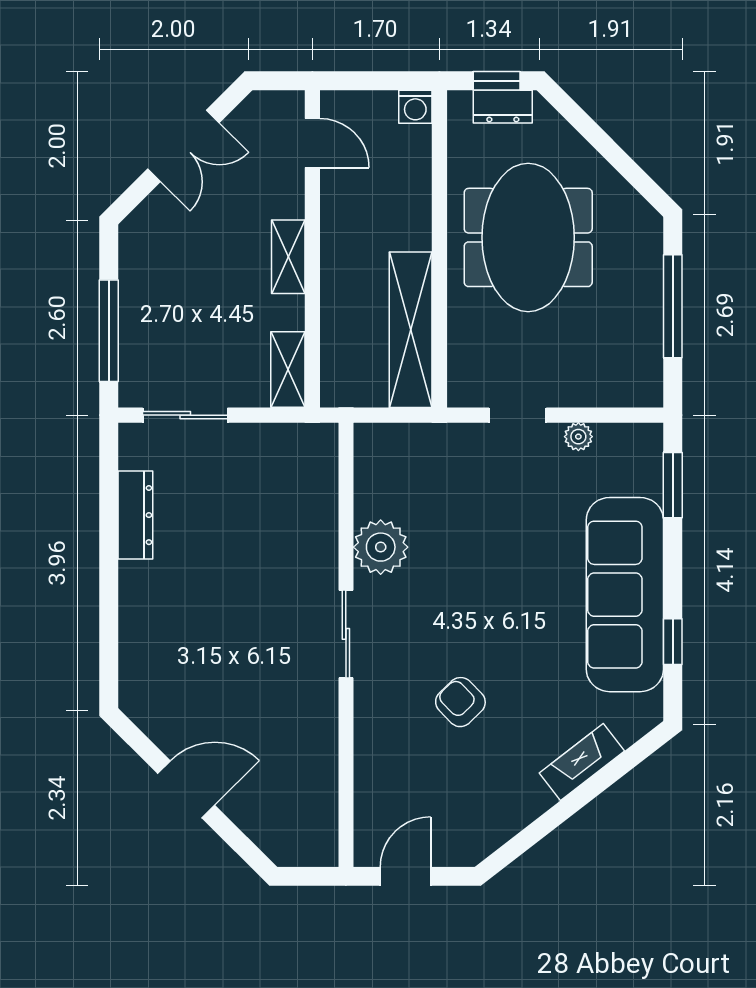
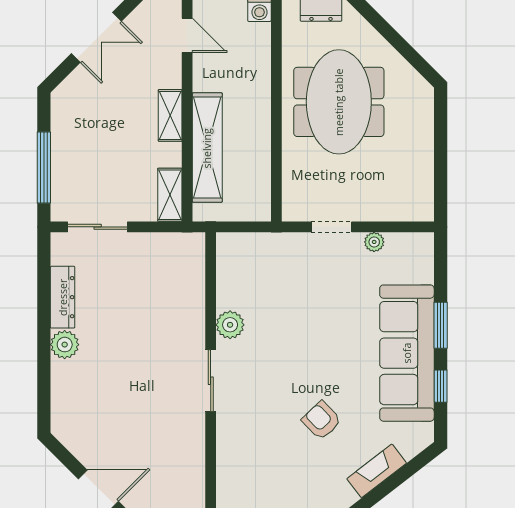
window: (673, 306) -> (441, 150), removed
shelving: (411, 330) -> (207, 148), moved
window: (673, 485) -> (441, 325), moved
plant: (381, 547) -> (230, 325), width x0.73, depth x0.73
plant: (138, 582) -> (65, 345), added
armchair: (460, 702) -> (321, 420), moved

